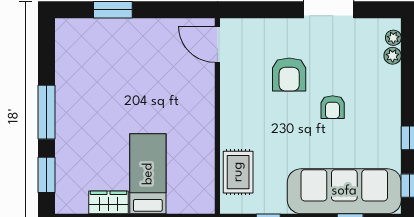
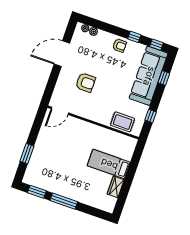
armchair: (333, 107) -> (120, 46), moved
window: (46, 175) -> (37, 192), moved

